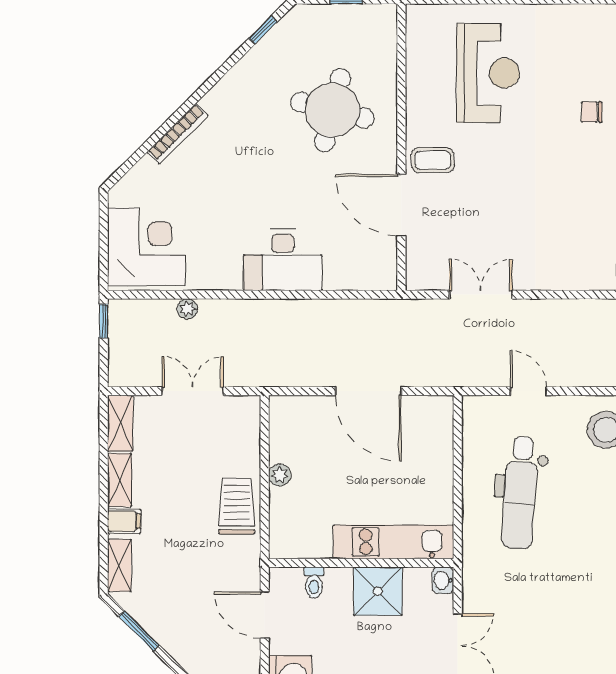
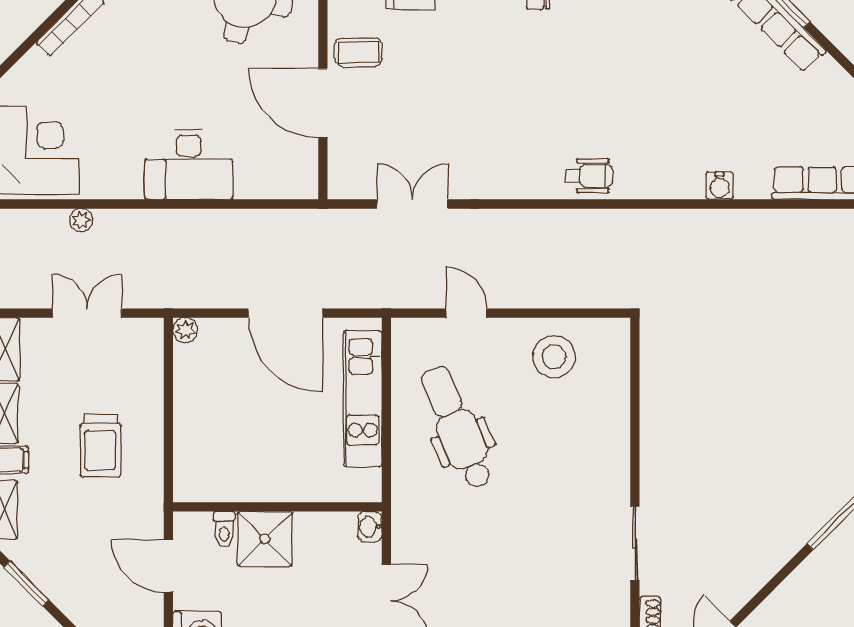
plant: (280, 475) -> (185, 330), moved
dental chair: (520, 493) -> (457, 428), turned 153
trolley: (237, 506) -> (100, 446), moved, turned 180
kitchen unit: (393, 542) -> (363, 399), moved, turned -90
shower: (378, 591) -> (265, 539), moved

